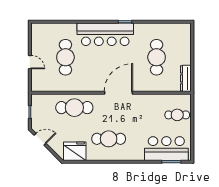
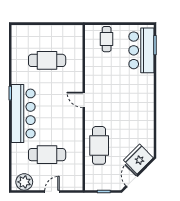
plant: (39, 35) -> (24, 182), added
dresser: (186, 78) -> (69, 30), removed
door: (118, 93) -> (84, 100), width x0.53
cafe table: (109, 139) -> (131, 110), removed
fridge: (75, 151) -> (138, 159), moved, turned 45

